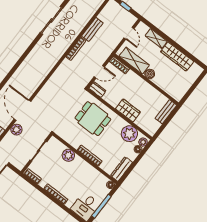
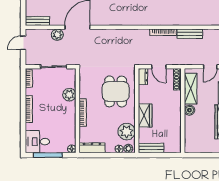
bench: (166, 112) -> (151, 148), moved

